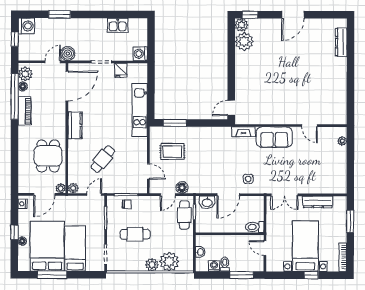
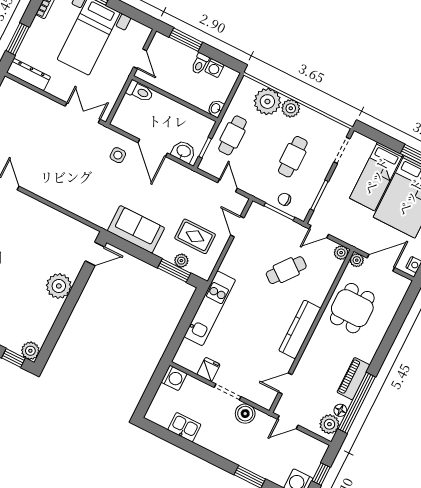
plant: (244, 41) -> (59, 286), moved
boiler: (68, 54) -> (245, 414), moved
door: (67, 86) -> (285, 383), width x0.53
kitchen counter: (75, 125) -> (300, 329), width x1.50
plant: (173, 131) -> (181, 261), added
fireplace: (243, 132) -> (94, 217), removed
sofa: (274, 137) -> (136, 229), moved
floor lamp: (182, 188) -> (205, 186), removed
door: (168, 195) -> (227, 186), hinge flipped
door: (228, 195) -> (153, 148), swing flipped
dresser: (318, 202) -> (29, 75), moved
cafe table: (184, 215) -> (233, 135), moved
cafe table: (135, 234) -> (293, 157), turned 90
washbasin: (200, 252) -> (216, 108), moved

